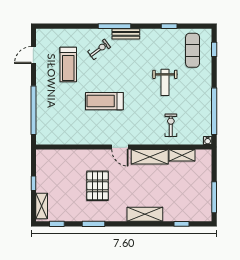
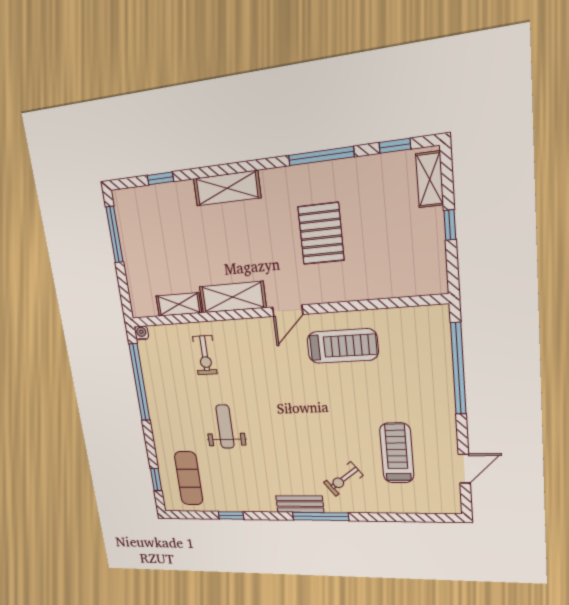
treadmill: (104, 101) -> (342, 346), moved
door: (120, 147) -> (288, 311), swing flipped
window: (94, 224) -> (321, 156), width x1.44

